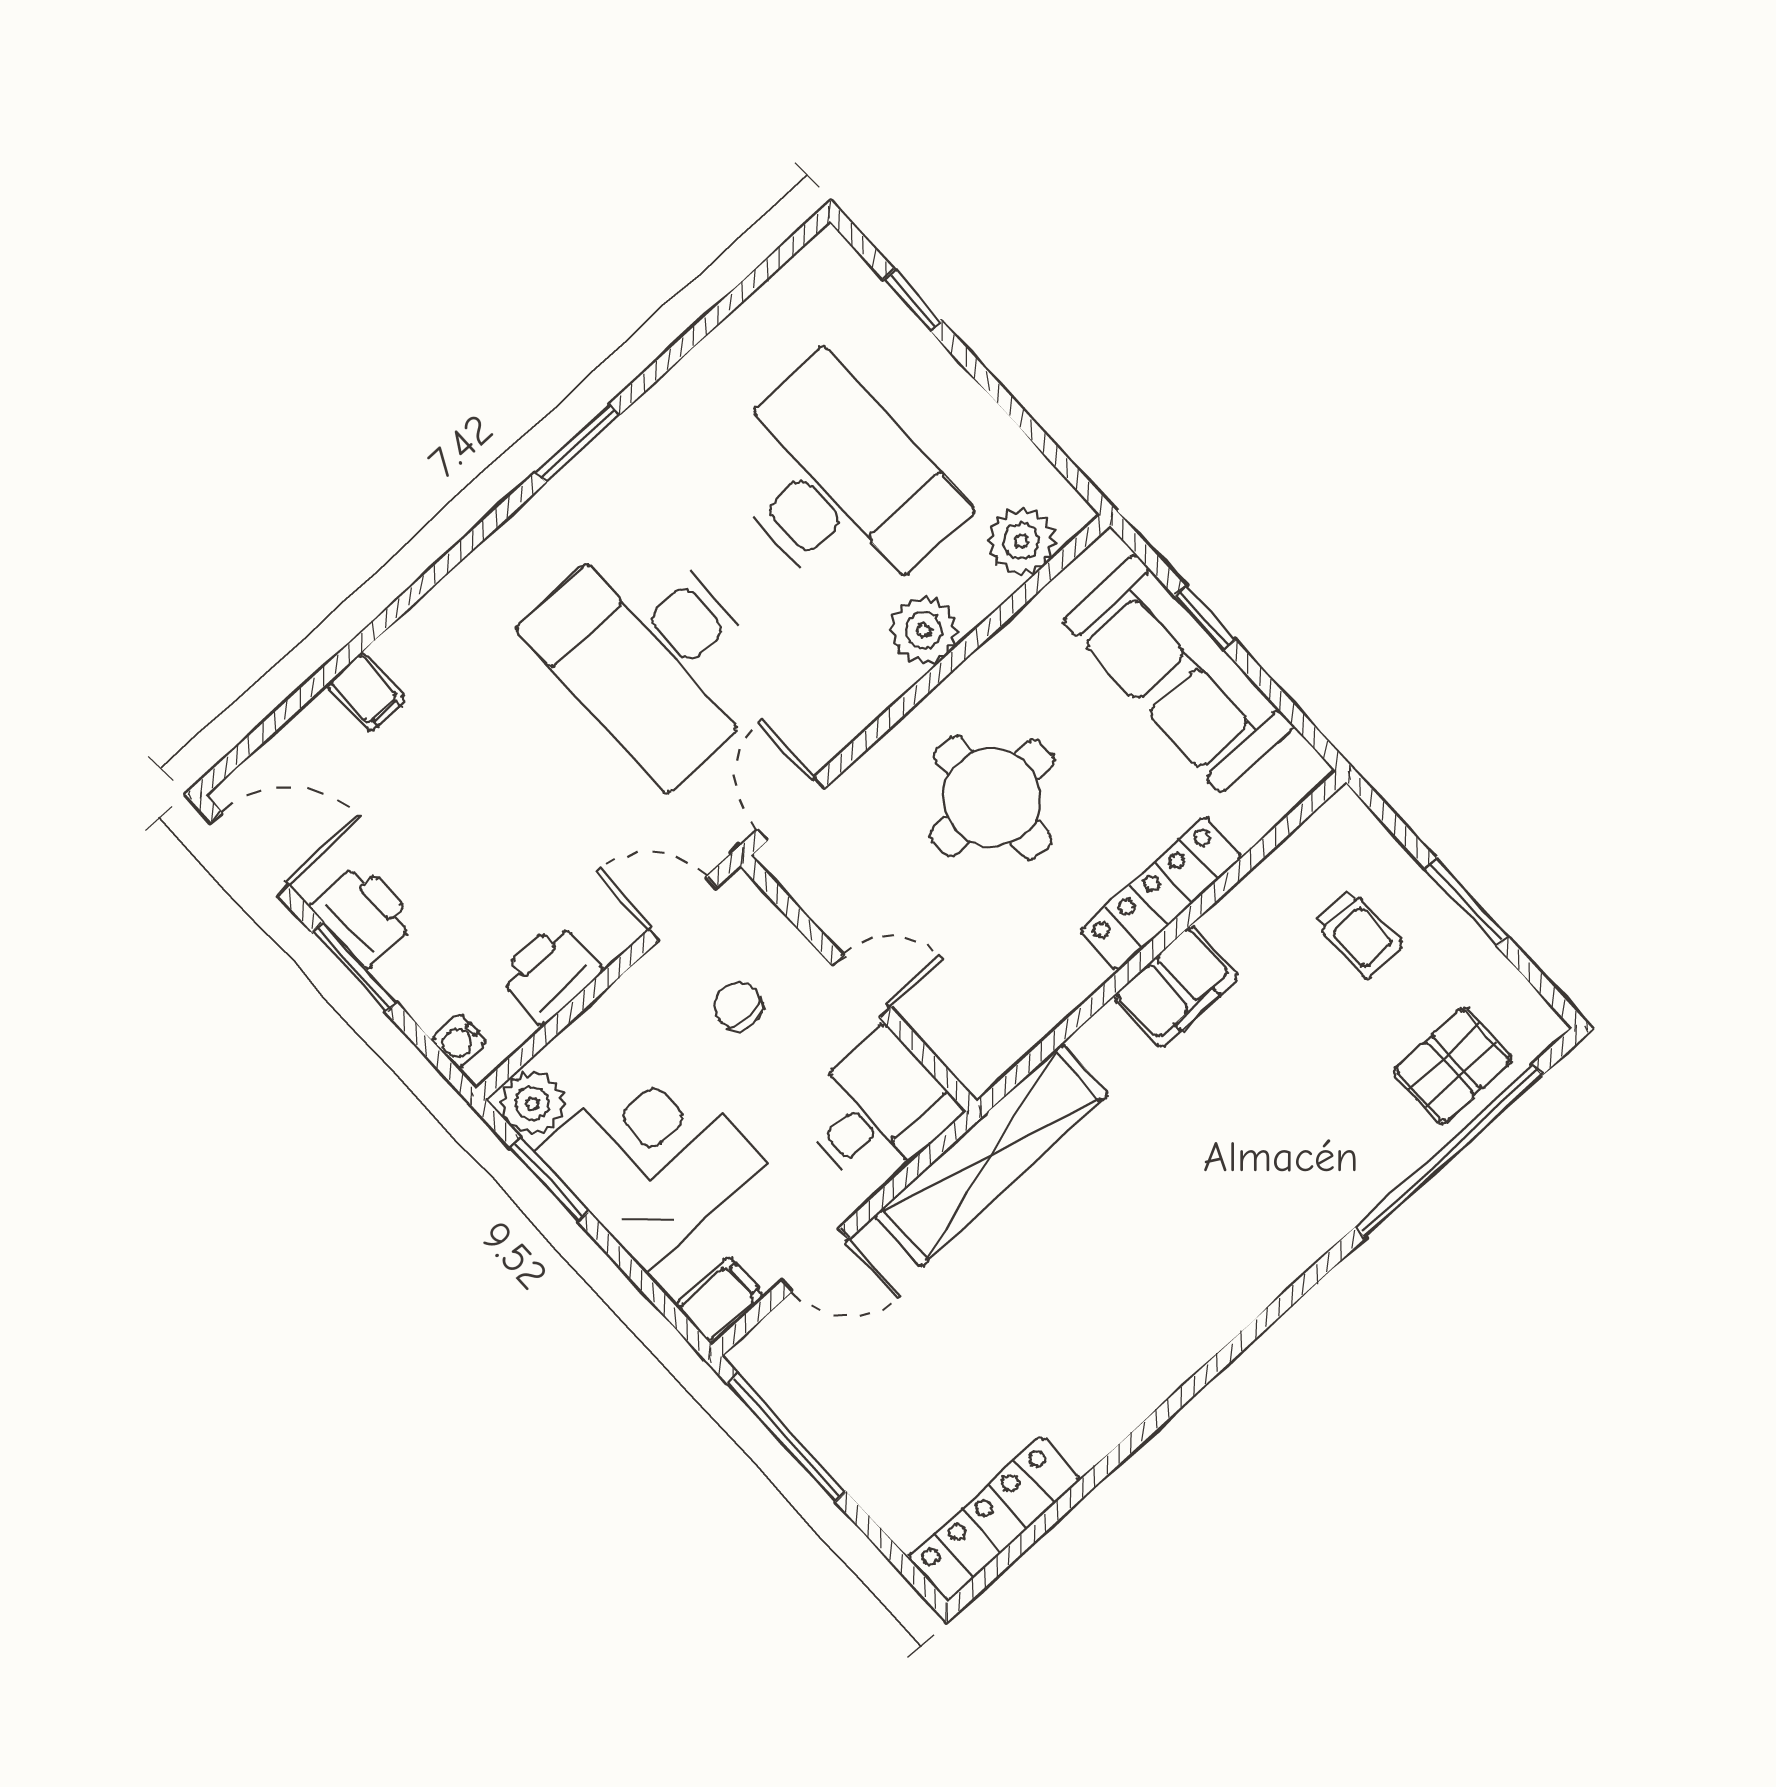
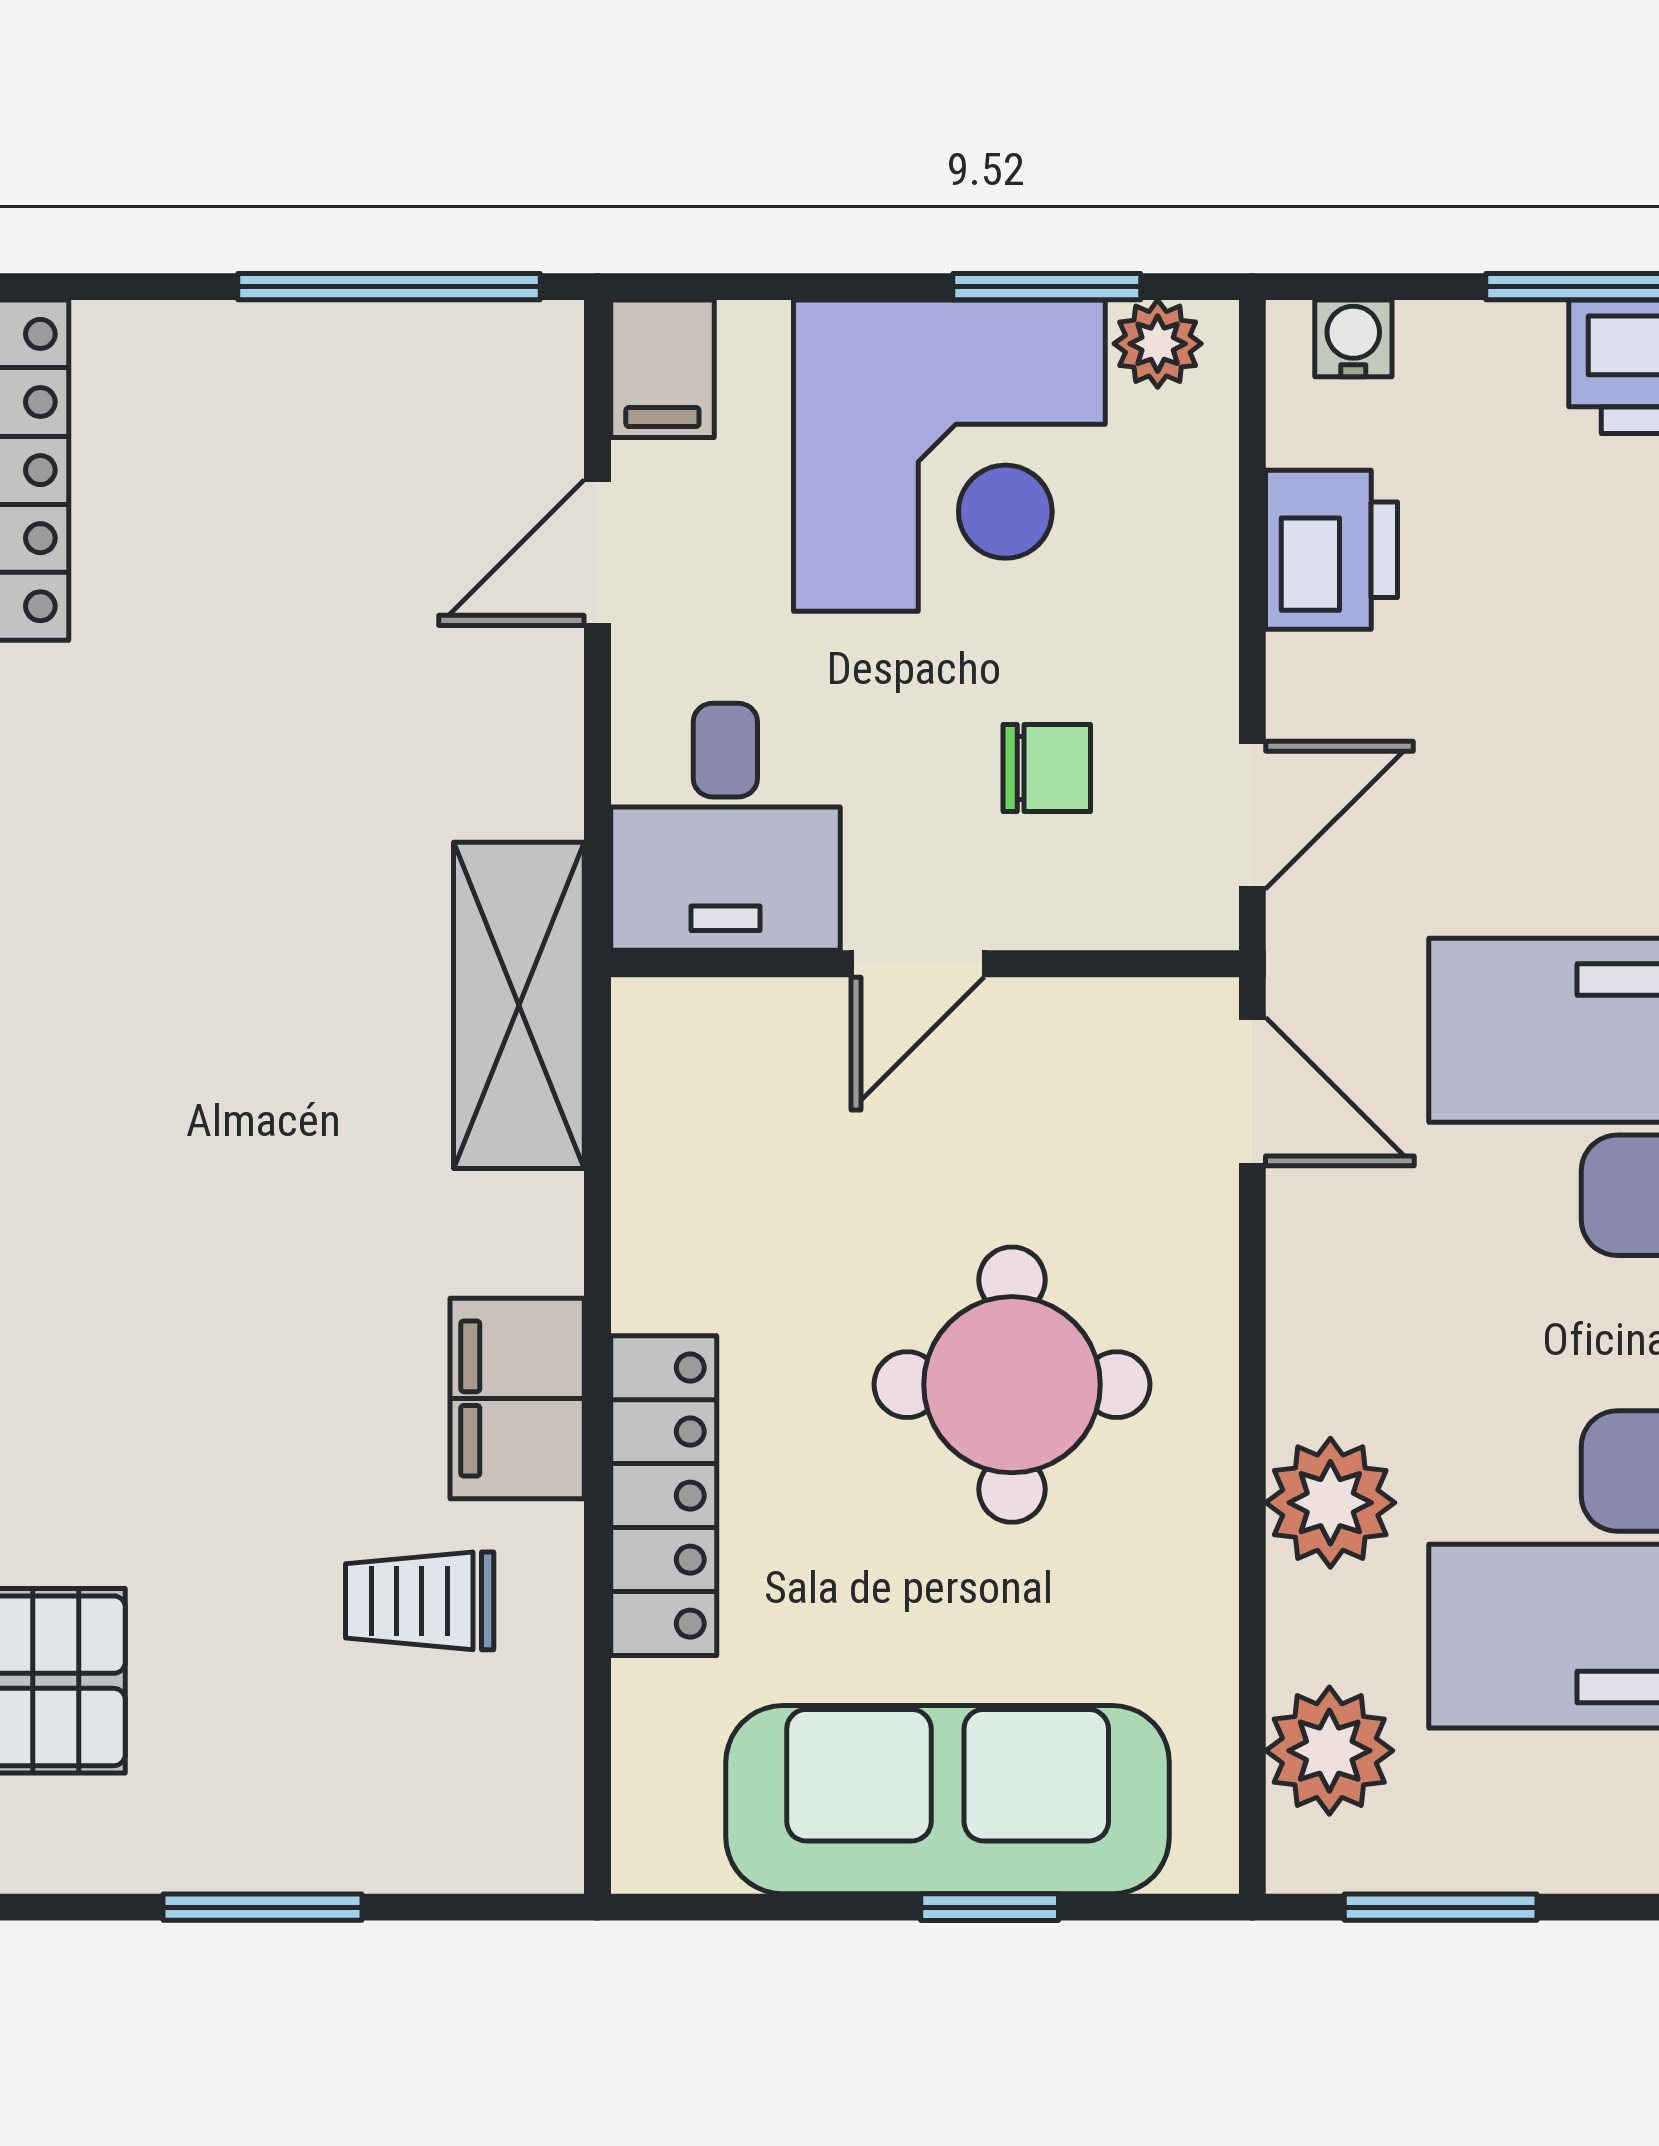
window: (1043, 441) -> (1441, 1907), added
trolley: (1359, 934) -> (420, 1601), moved
plant: (532, 1103) -> (1158, 344), width x0.73, depth x0.73
shelving: (991, 1155) -> (519, 1005), width x0.68

